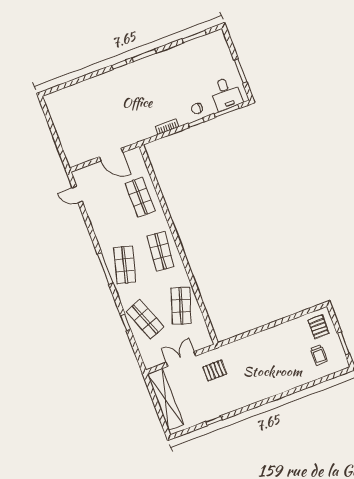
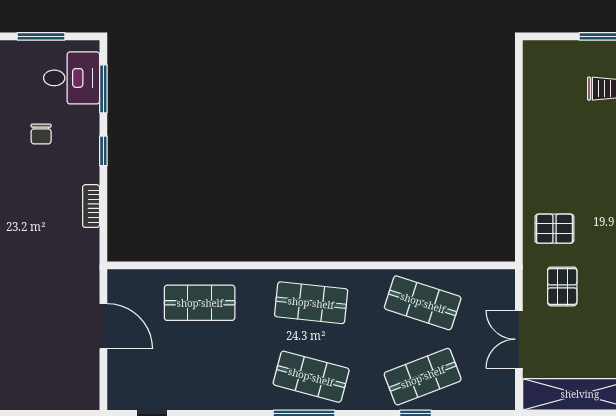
chair: (197, 109) -> (41, 134), moved
door: (111, 155) -> (103, 326), hinge flipped
pallet: (318, 327) -> (554, 229), moved

